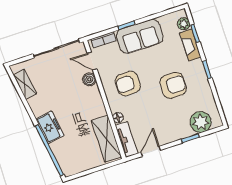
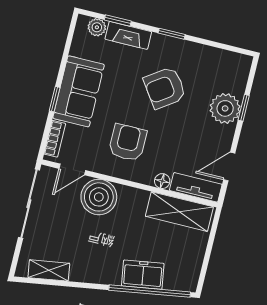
boiler: (89, 79) -> (99, 197), width x1.86, depth x1.86
armchair: (128, 84) -> (128, 143), turned 180
armchair: (173, 85) -> (165, 88), turned -125
plant: (201, 122) -> (225, 108), moved
freezer: (50, 127) -> (143, 275), moved
door: (151, 151) -> (229, 167), hinge flipped

